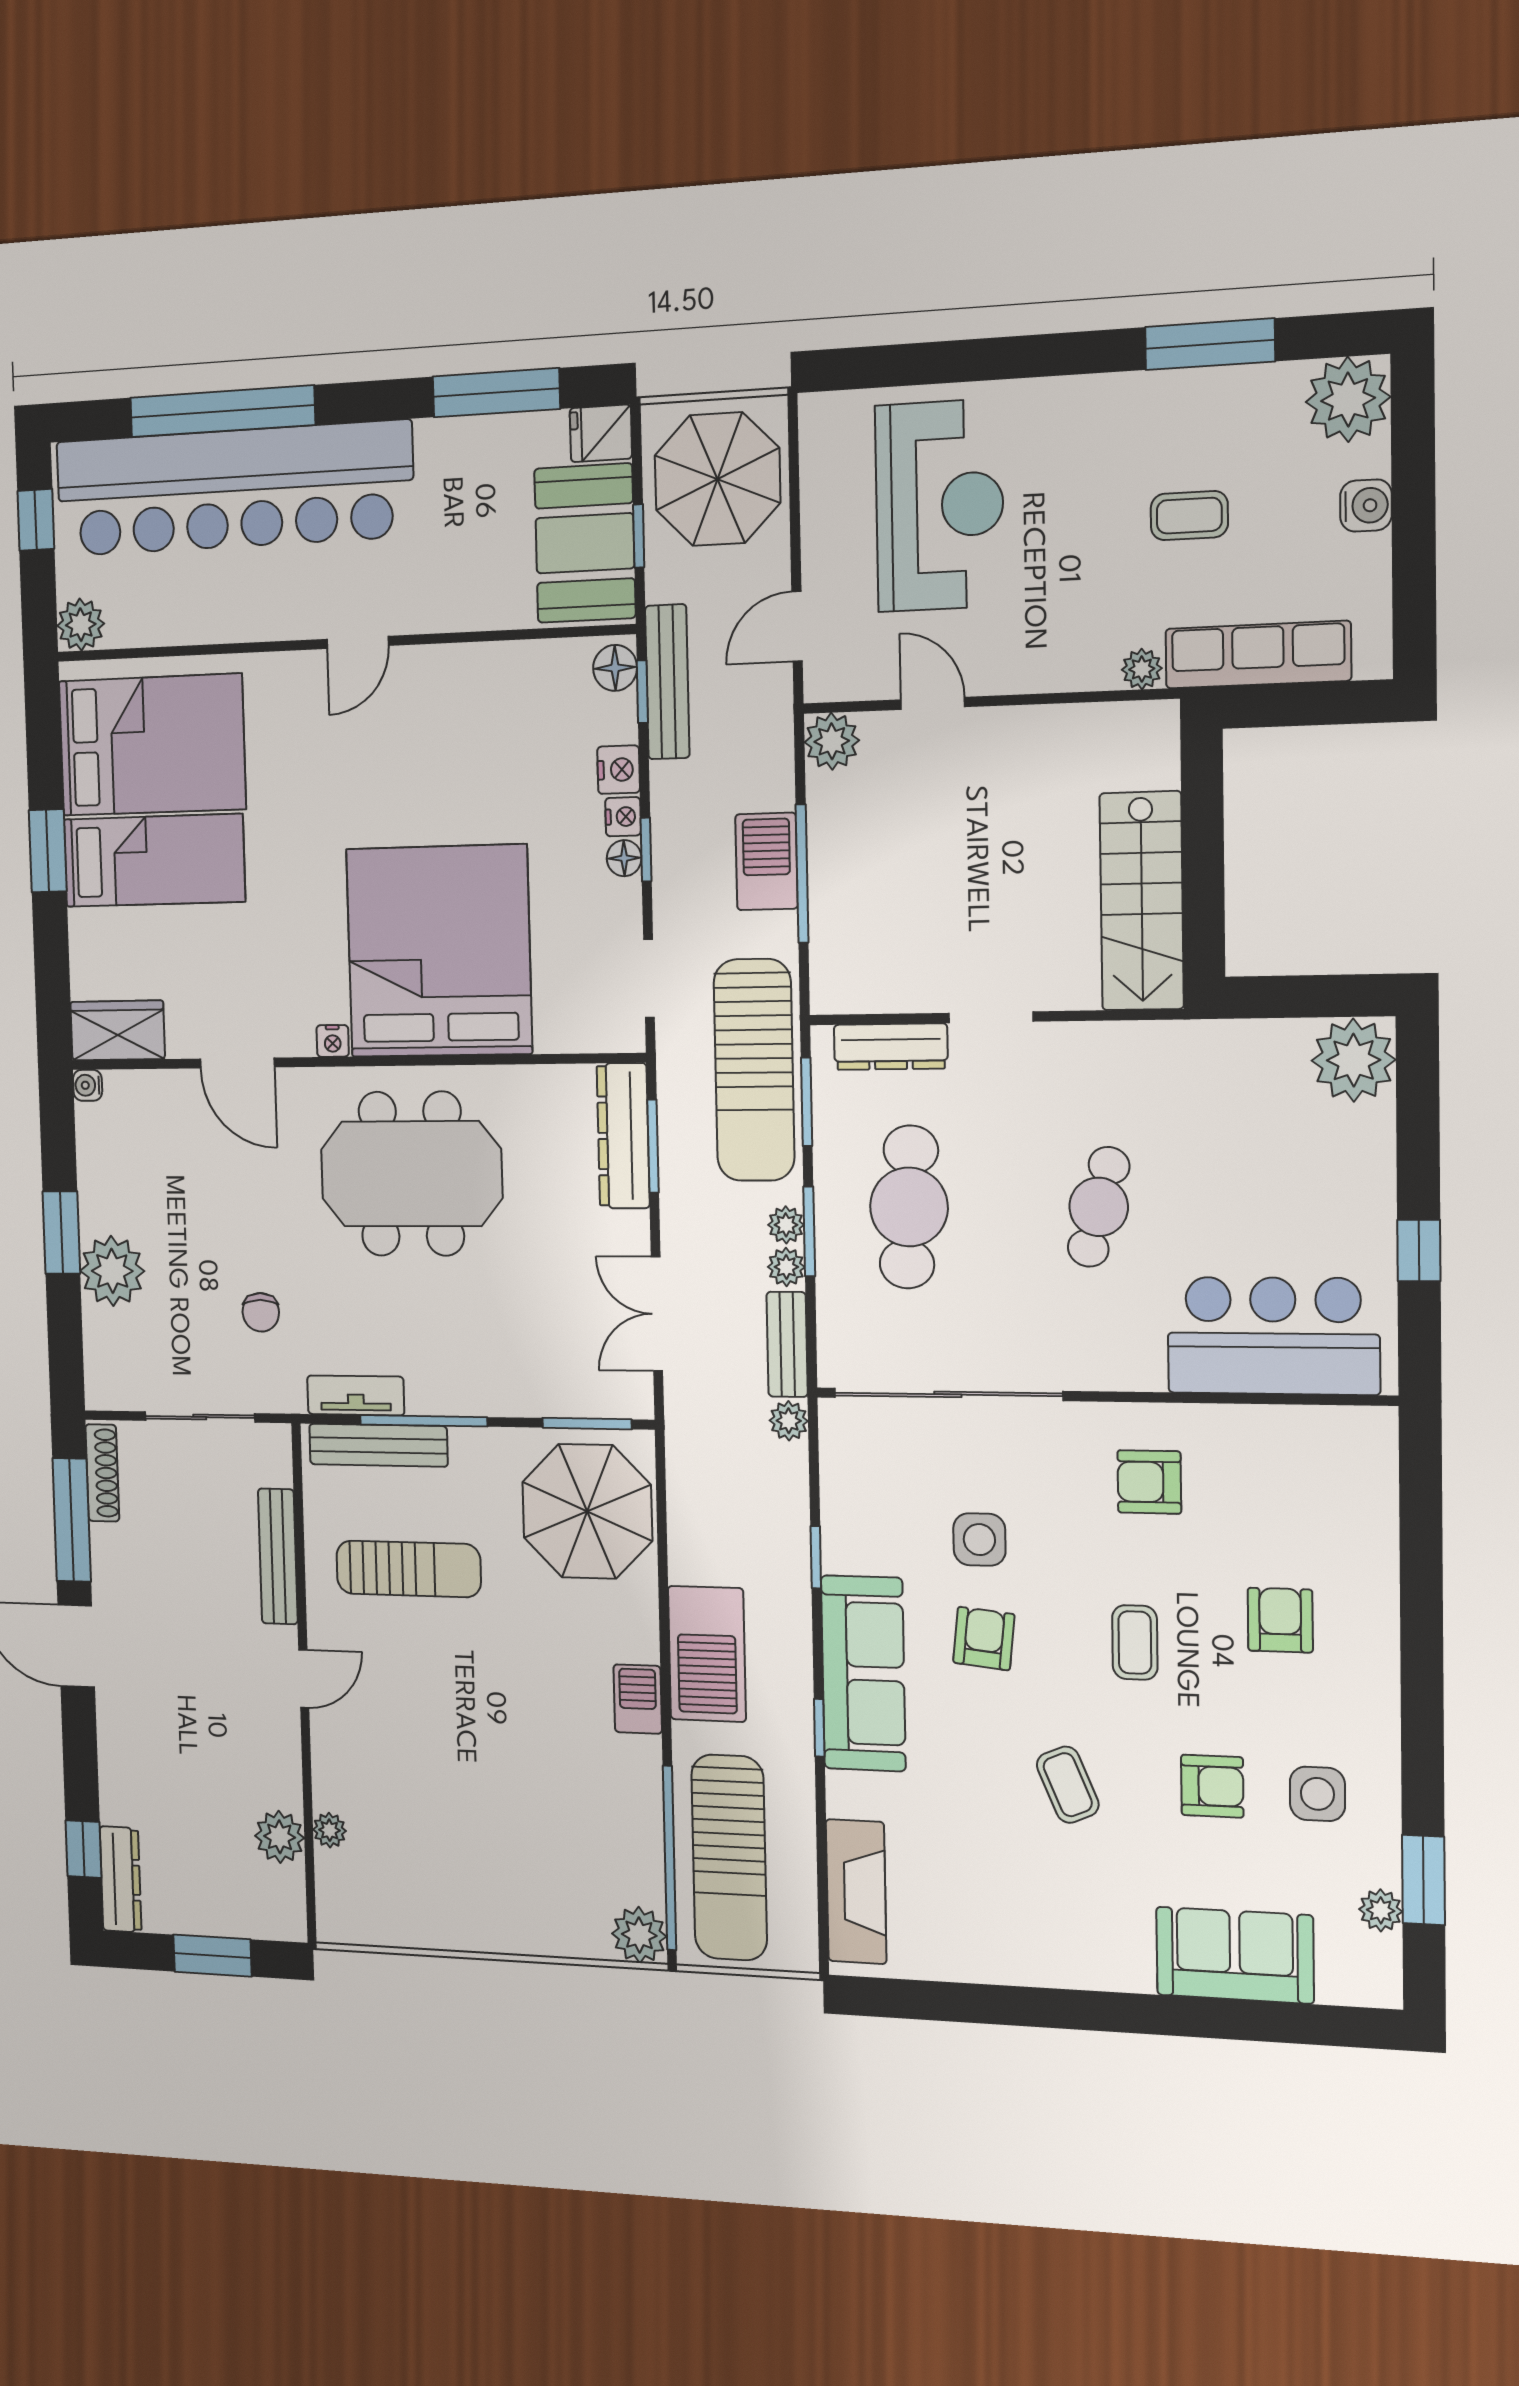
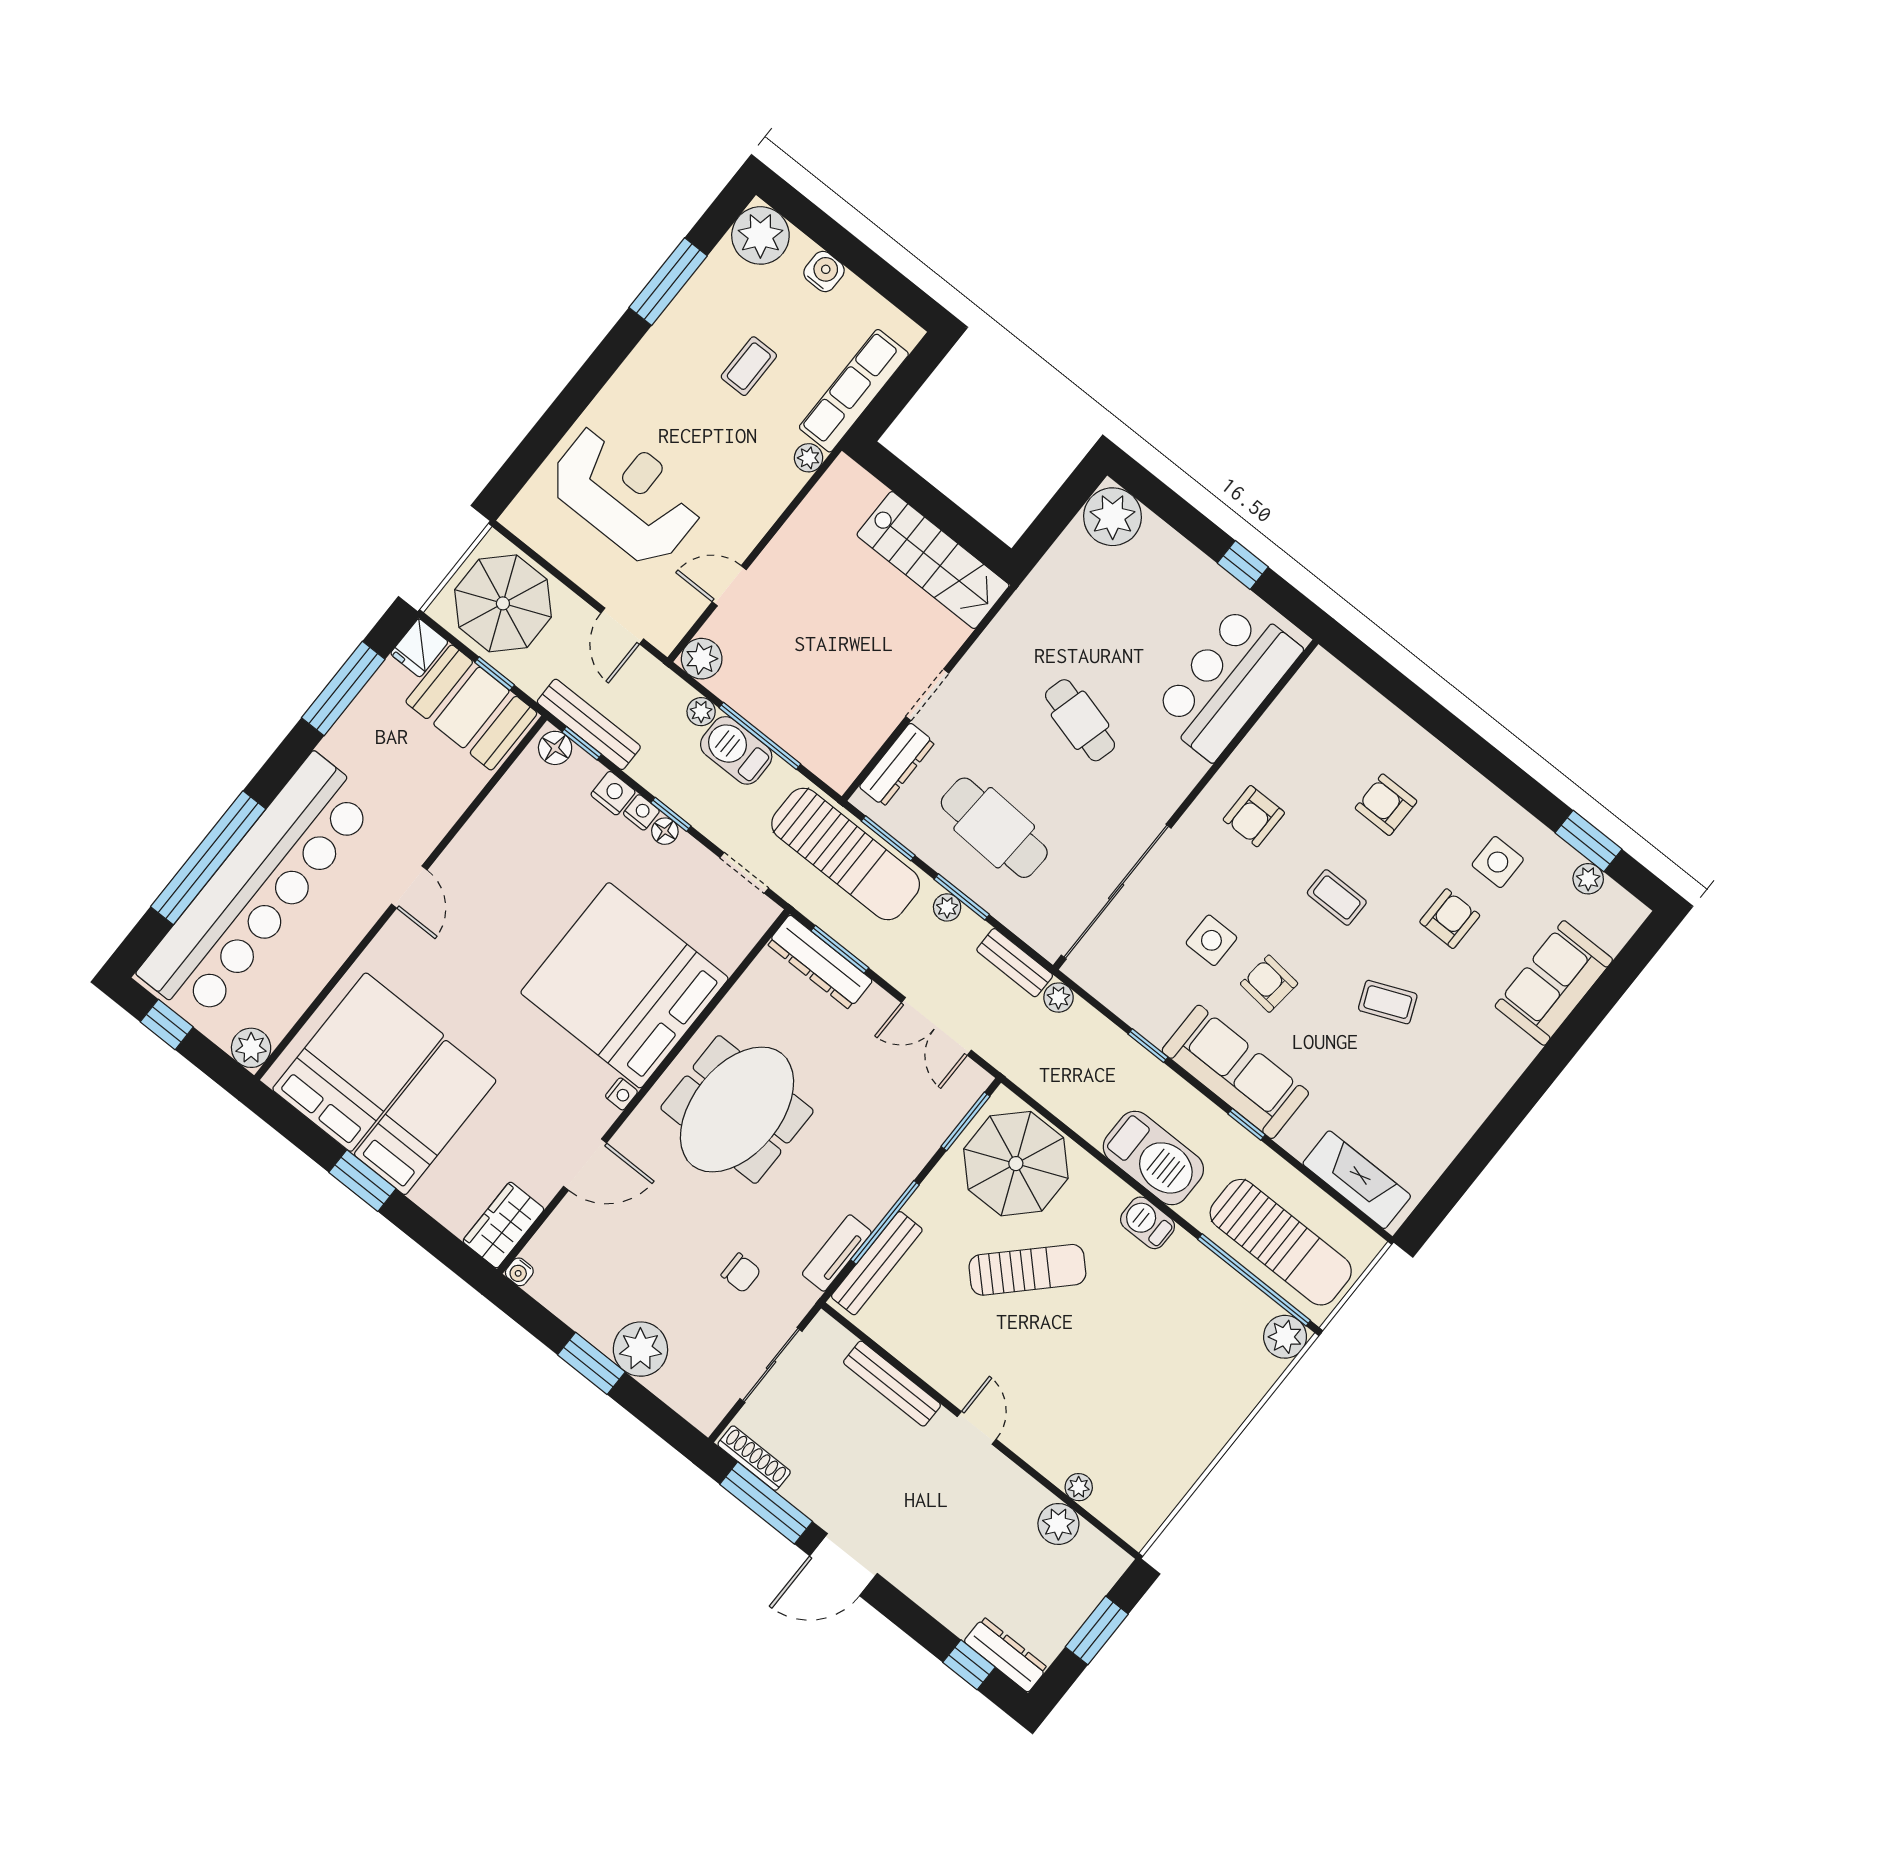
plant: (786, 1267) -> (701, 712), moved
sun lounger: (408, 1569) -> (1027, 1270), moved, turned 45

